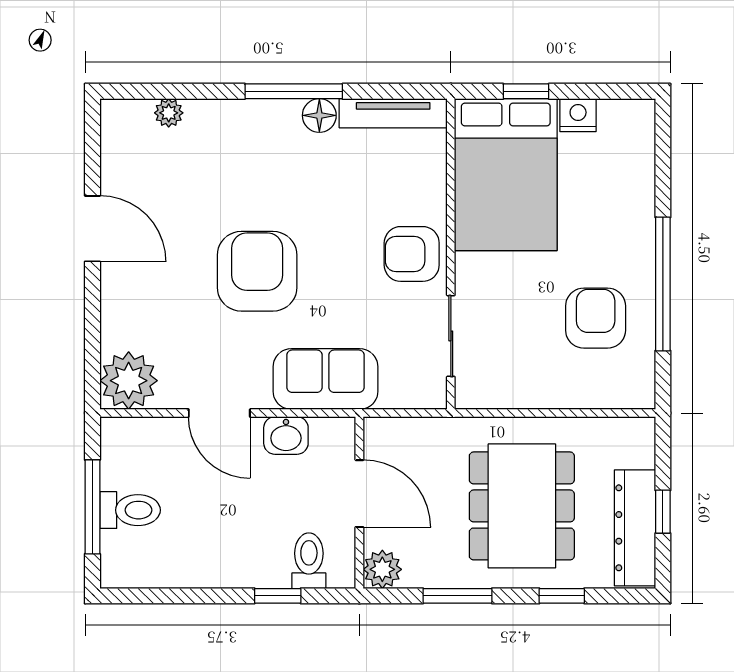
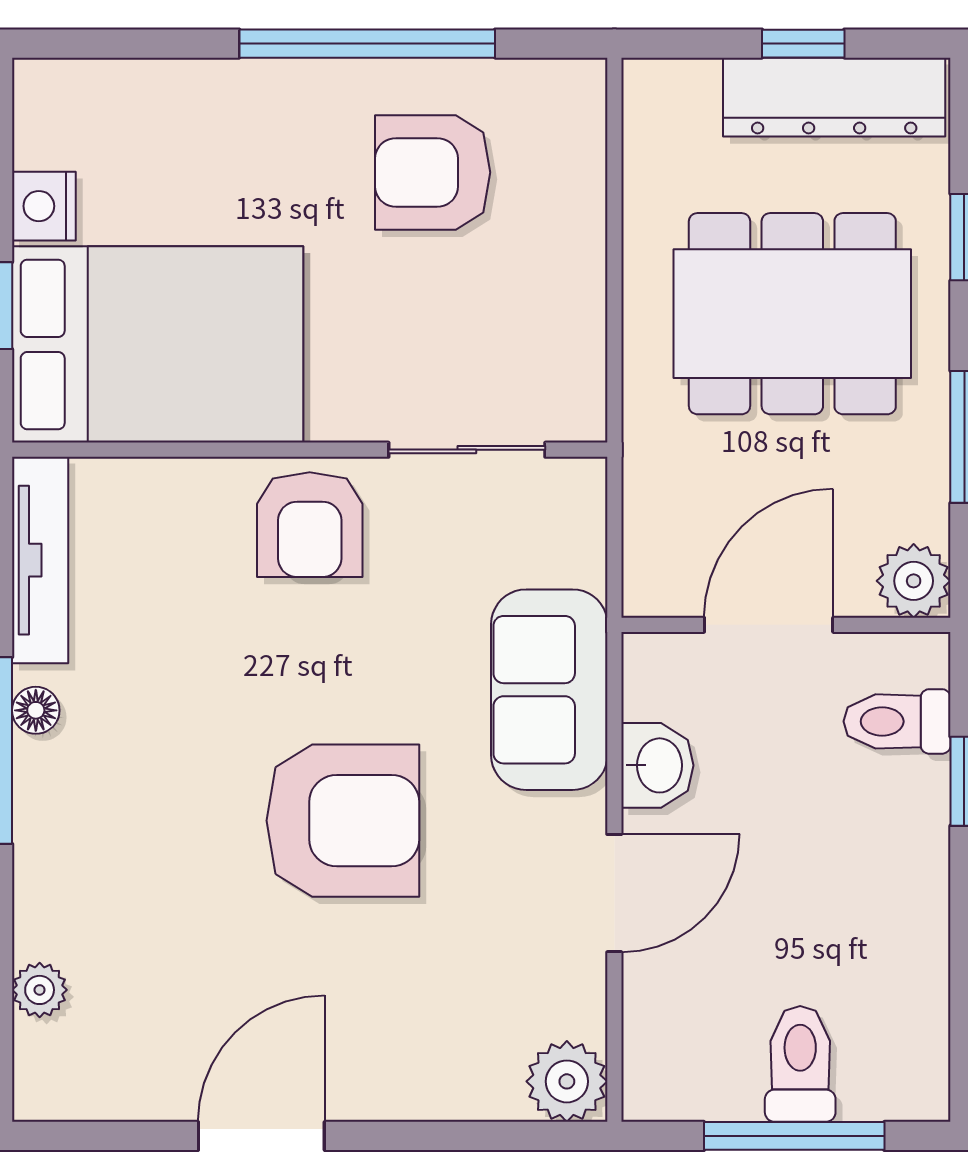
floor lamp: (319, 115) -> (36, 710), width x0.73, depth x0.73
armchair: (257, 271) -> (343, 821), turned 180
plant: (129, 381) -> (567, 1081), width x0.73, depth x0.73

